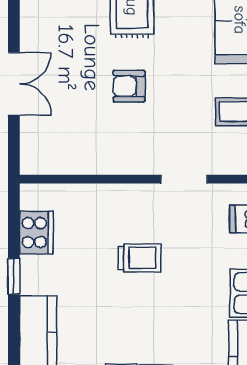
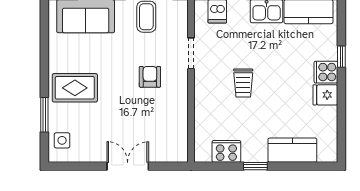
armchair: (129, 86) -> (150, 77), moved, turned 180
trolley: (139, 258) -> (243, 83), turned 180

